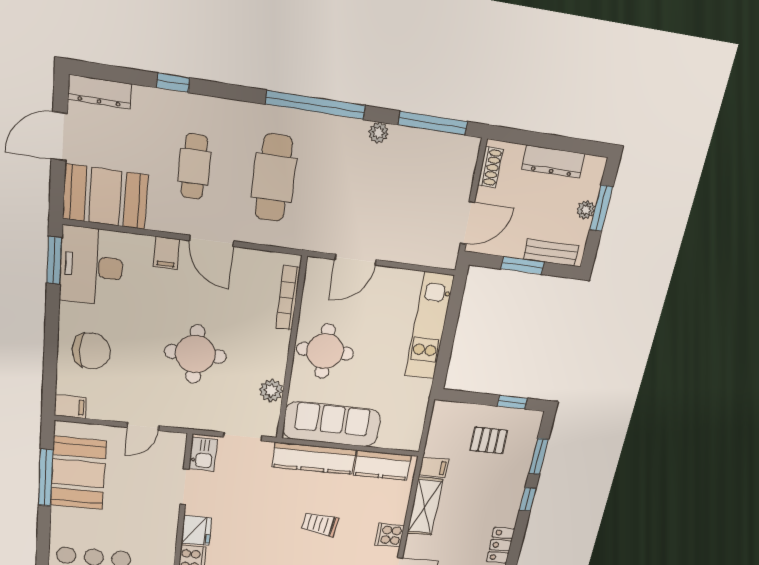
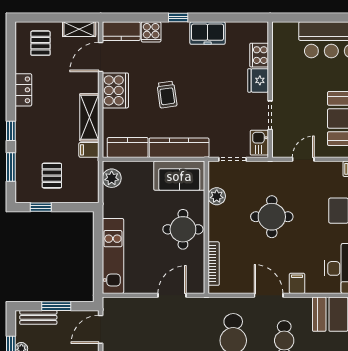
sofa: (332, 424) -> (179, 176), width x0.73
plant: (411, 429) -> (112, 178), added
pallet: (489, 440) -> (52, 176), turned 90
trolley: (320, 524) -> (167, 95), turned 74
cooker: (389, 535) -> (115, 90), width x1.87, depth x1.31

